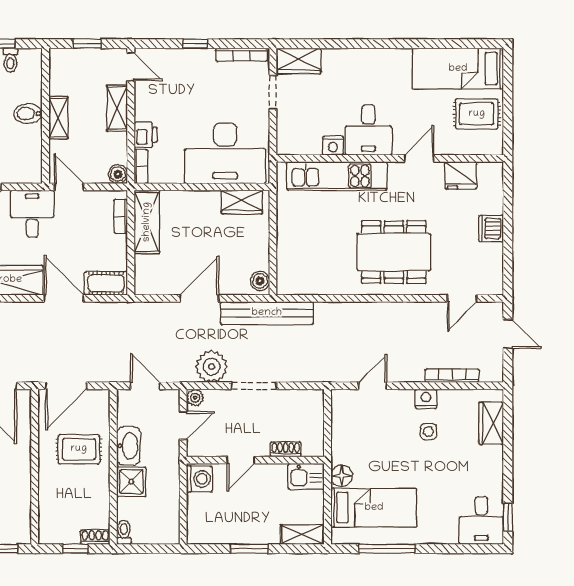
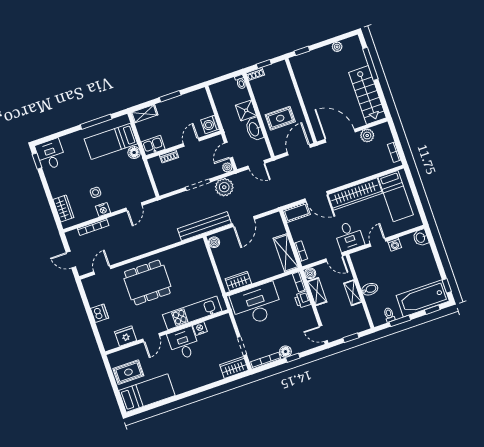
floor lamp: (204, 58) -> (285, 352), added
shelving: (117, 108) -> (317, 292), moved

